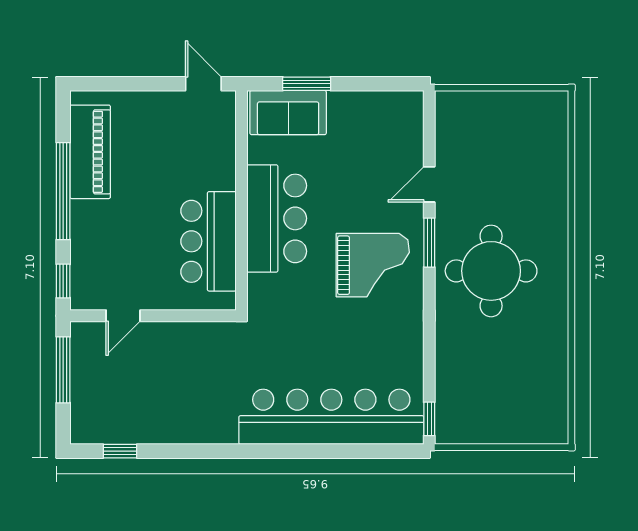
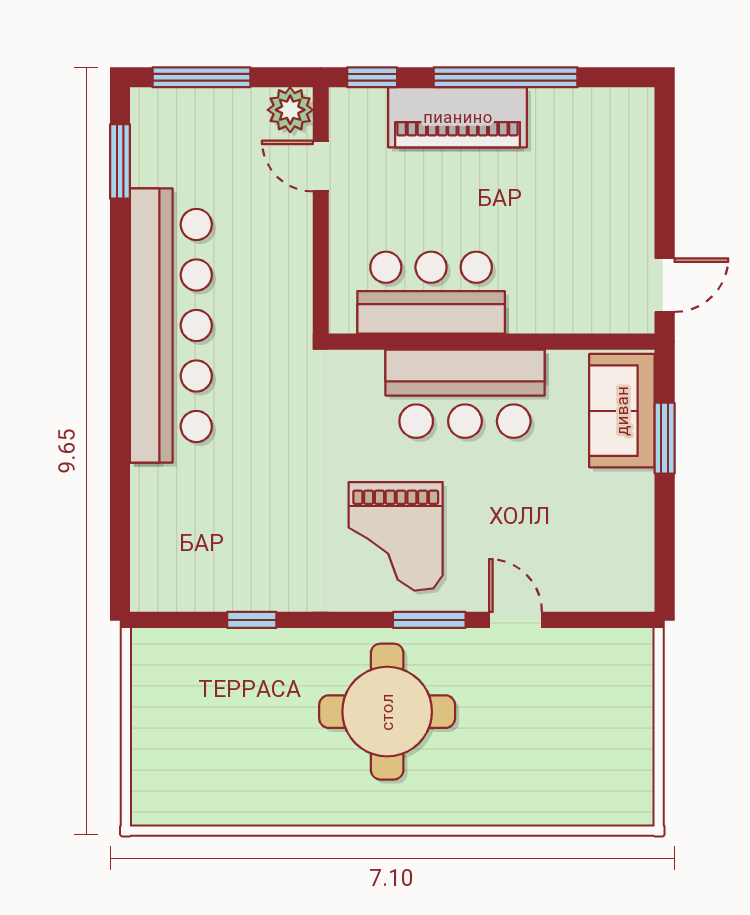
piano: (90, 152) -> (458, 117), moved
plant: (85, 336) -> (290, 110), added
window: (63, 370) -> (201, 77), moved
bar counter: (331, 417) -> (171, 325), moved
window: (429, 419) -> (252, 620), moved
window: (120, 451) -> (120, 161), width x1.50

